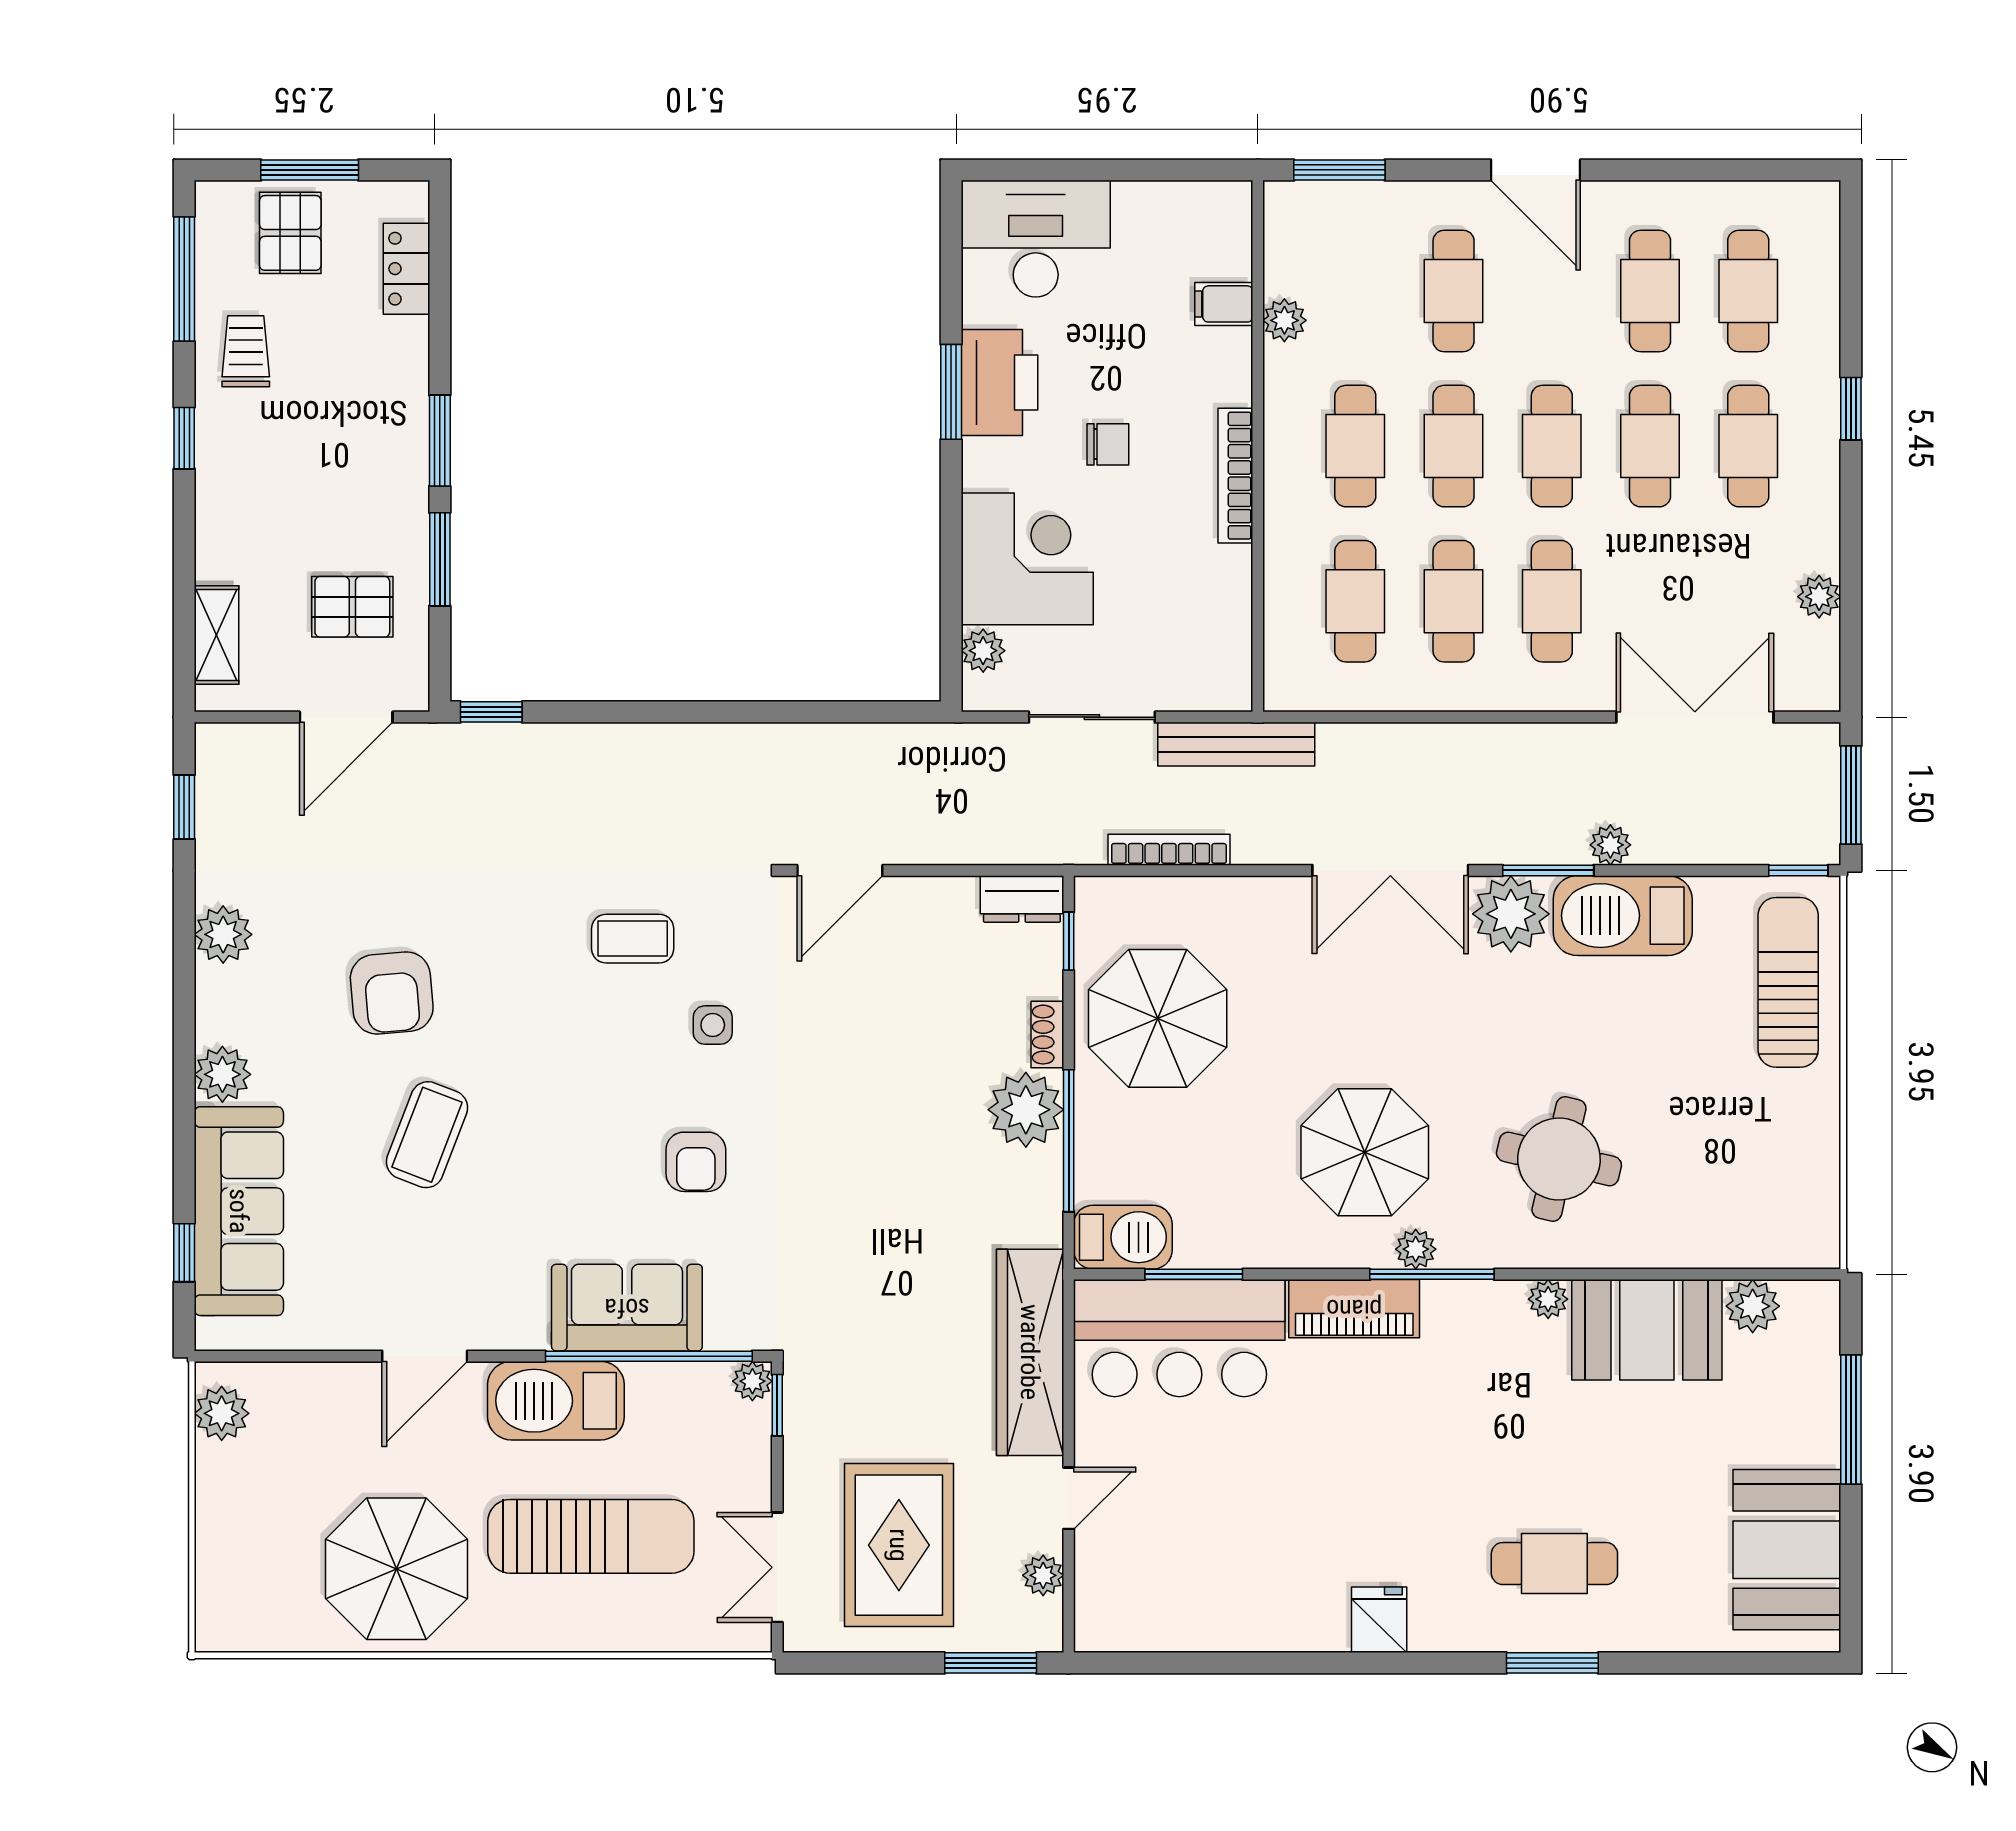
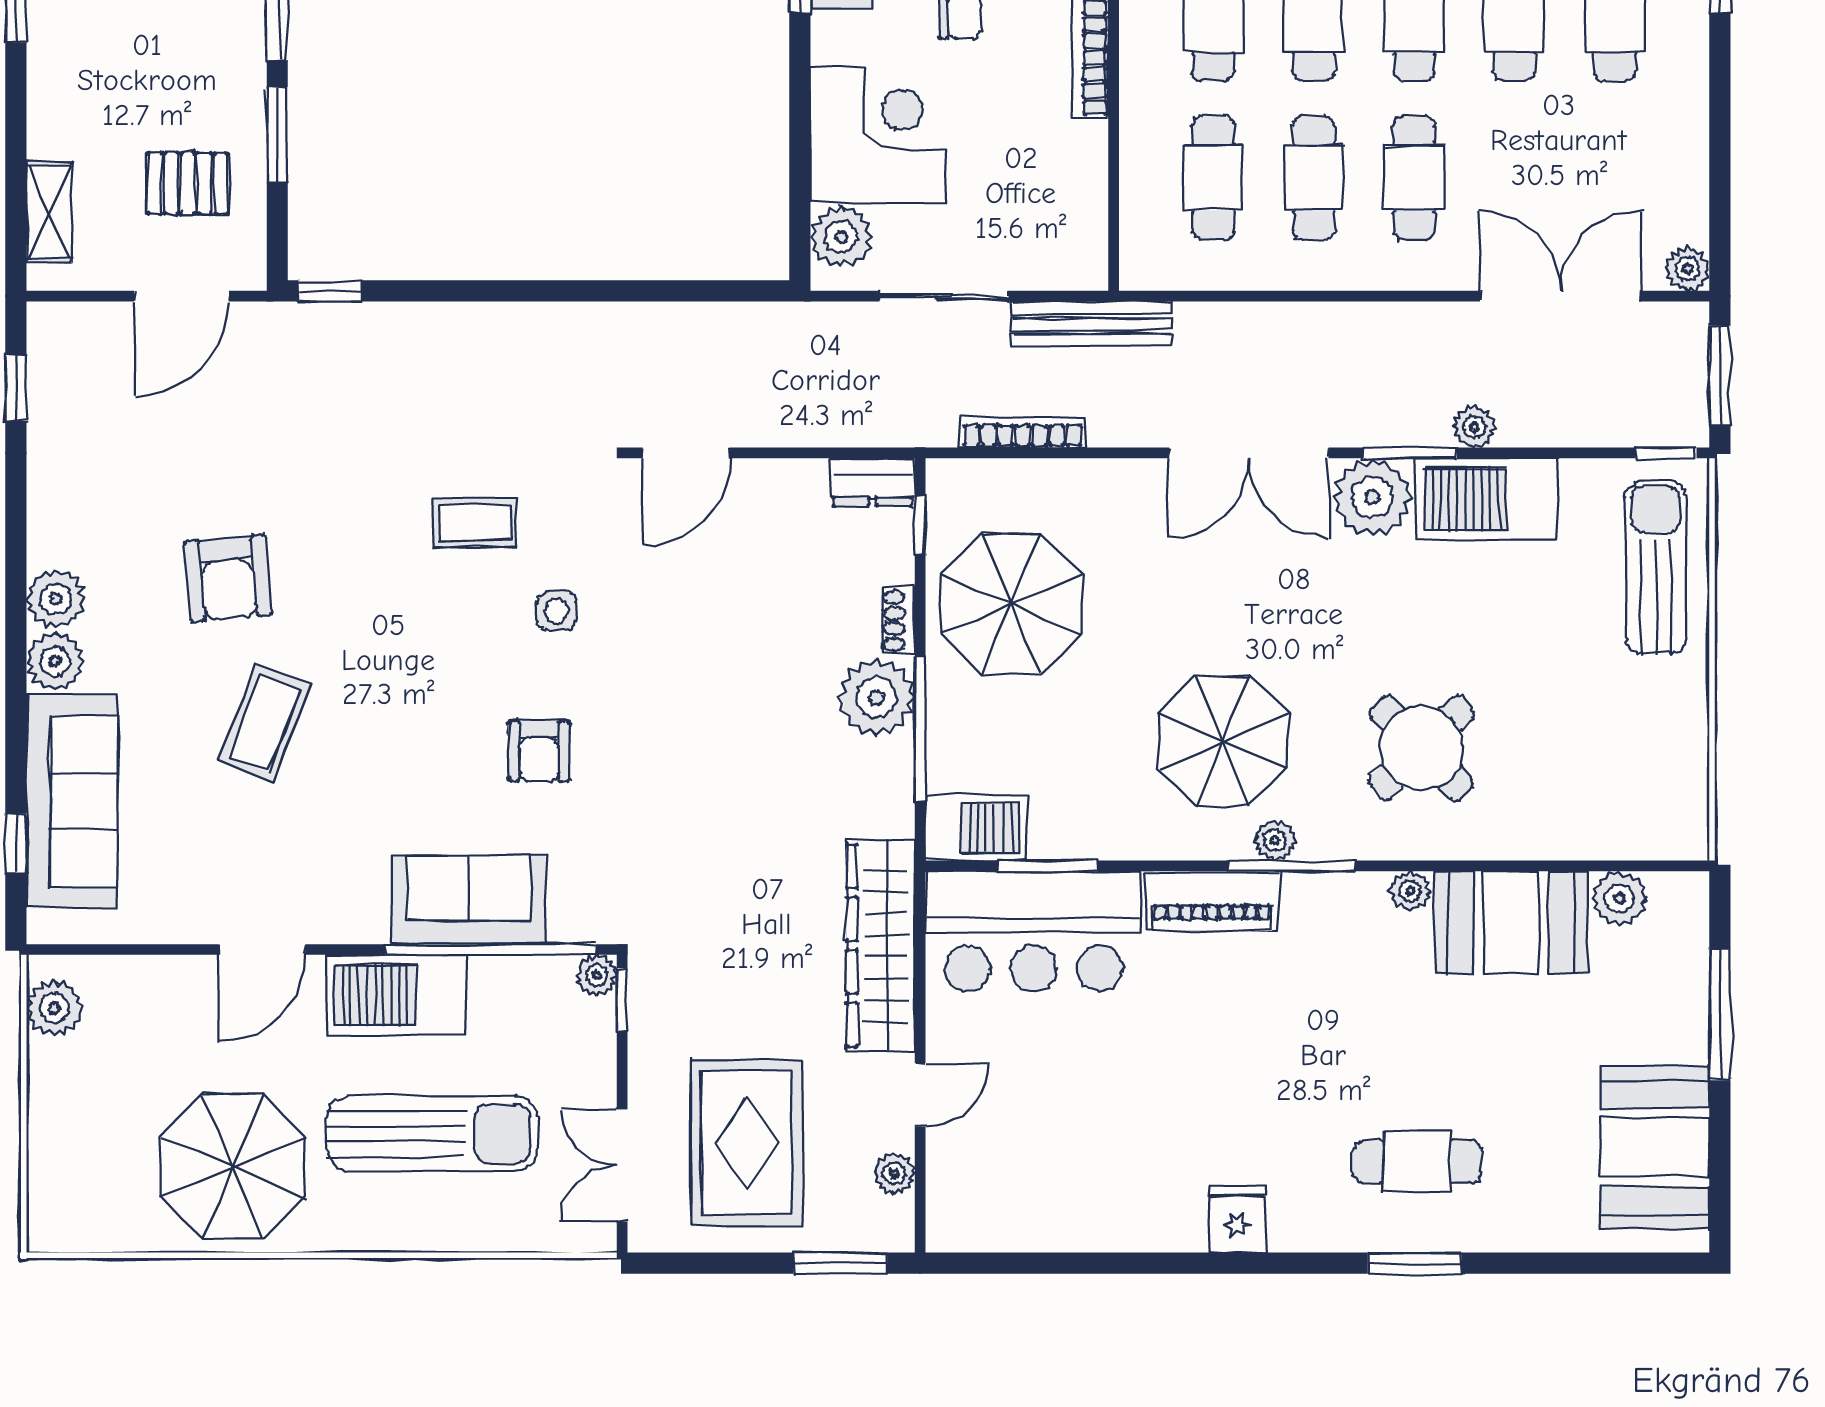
plant: (1819, 597) -> (1687, 269), moved
plant: (983, 651) -> (841, 237), width x1.38, depth x1.38
plant: (223, 934) -> (56, 599), moved
round table: (1559, 1159) -> (1421, 748), turned 33

